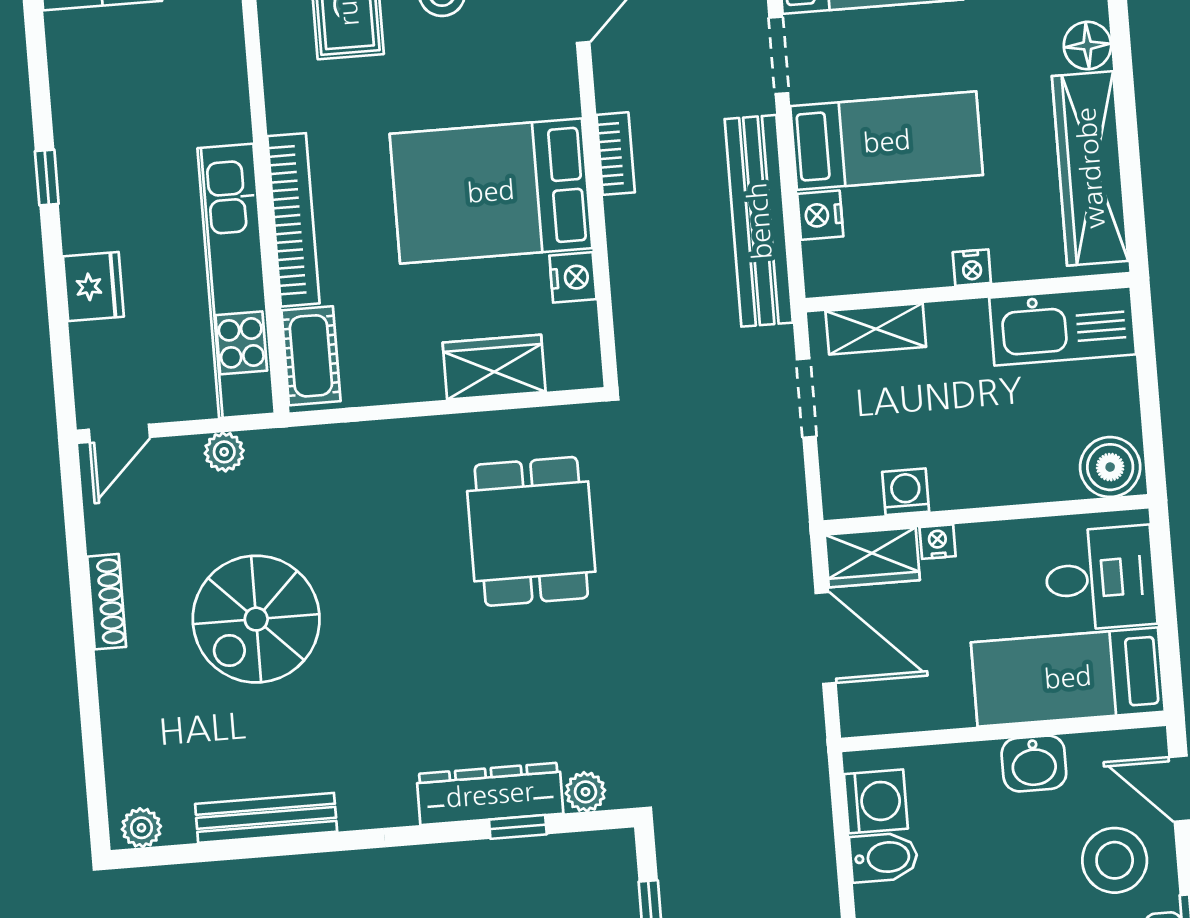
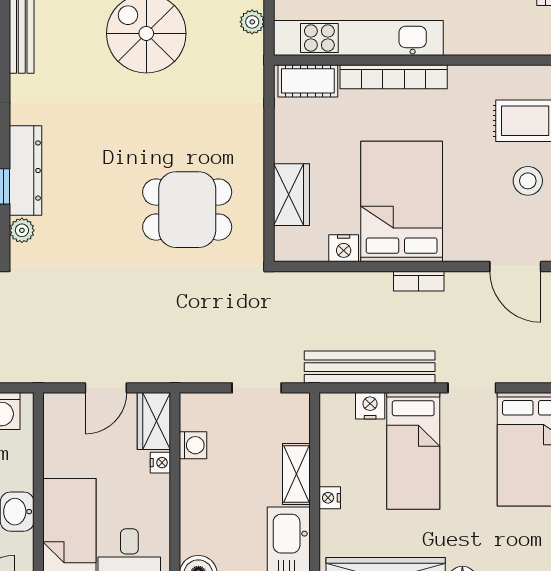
shelving: (876, 329) -> (296, 474), moved
door: (826, 638) -> (106, 388), width x0.73

